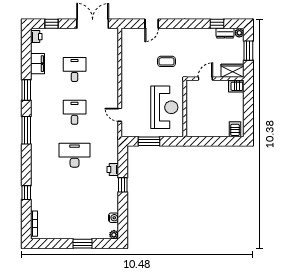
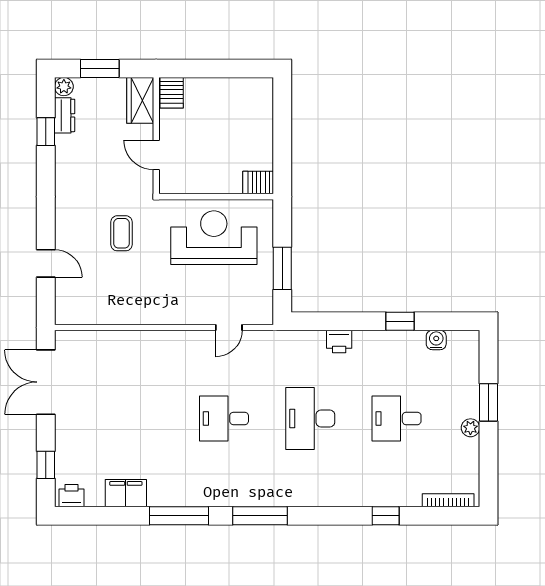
desk: (75, 69) -> (397, 418), moved
window: (26, 90) -> (179, 516), width x1.44
server rack: (235, 129) -> (258, 183), moved
window: (123, 185) -> (400, 321), moved
plant: (114, 235) -> (470, 428), moved

